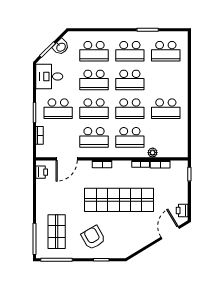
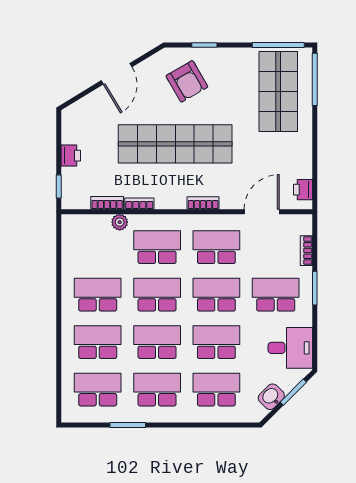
school desk: (166, 80) -> (98, 342), added
printer: (182, 211) -> (71, 156), moved
shop shelf: (57, 232) -> (278, 91), width x1.43, depth x1.36
door: (170, 233) -> (116, 74), moved
armchair: (93, 238) -> (187, 81), moved

